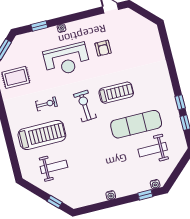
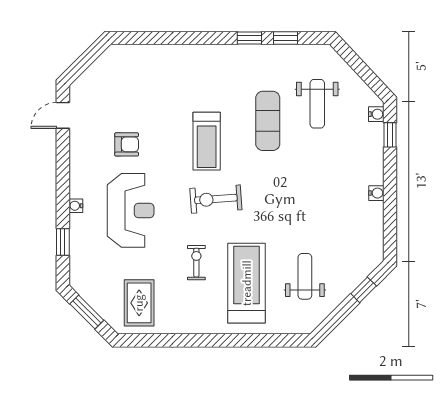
treadmill: (116, 93) -> (207, 141), turned 180
exercise mat: (136, 124) -> (268, 121), width x0.73, depth x0.69

